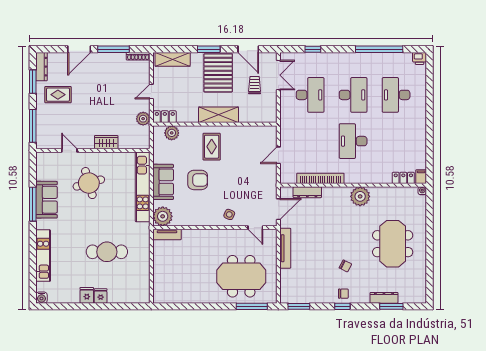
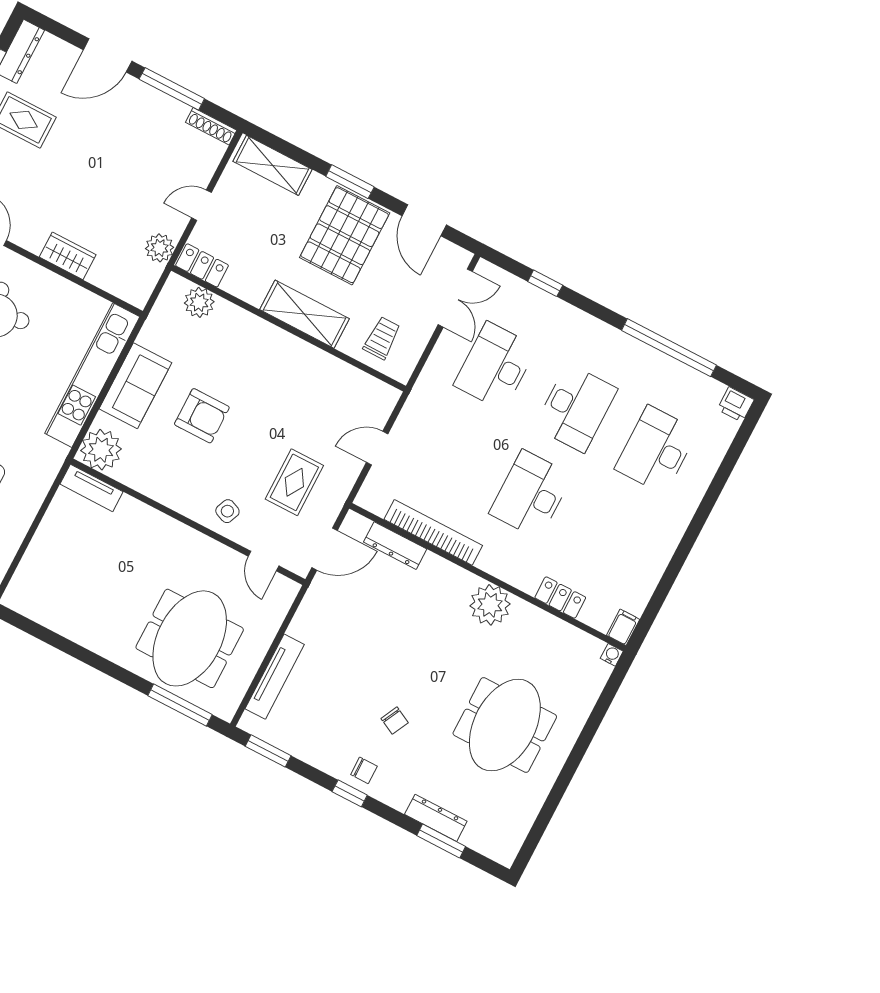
trolley: (255, 85) -> (382, 338), moved
desk: (310, 95) -> (495, 366), turned 180
rug: (212, 147) -> (294, 482), moved
locker: (403, 178) -> (560, 598), moved
tv unit: (285, 248) -> (275, 677), moved
meeting table: (241, 276) -> (190, 638), turned 90

